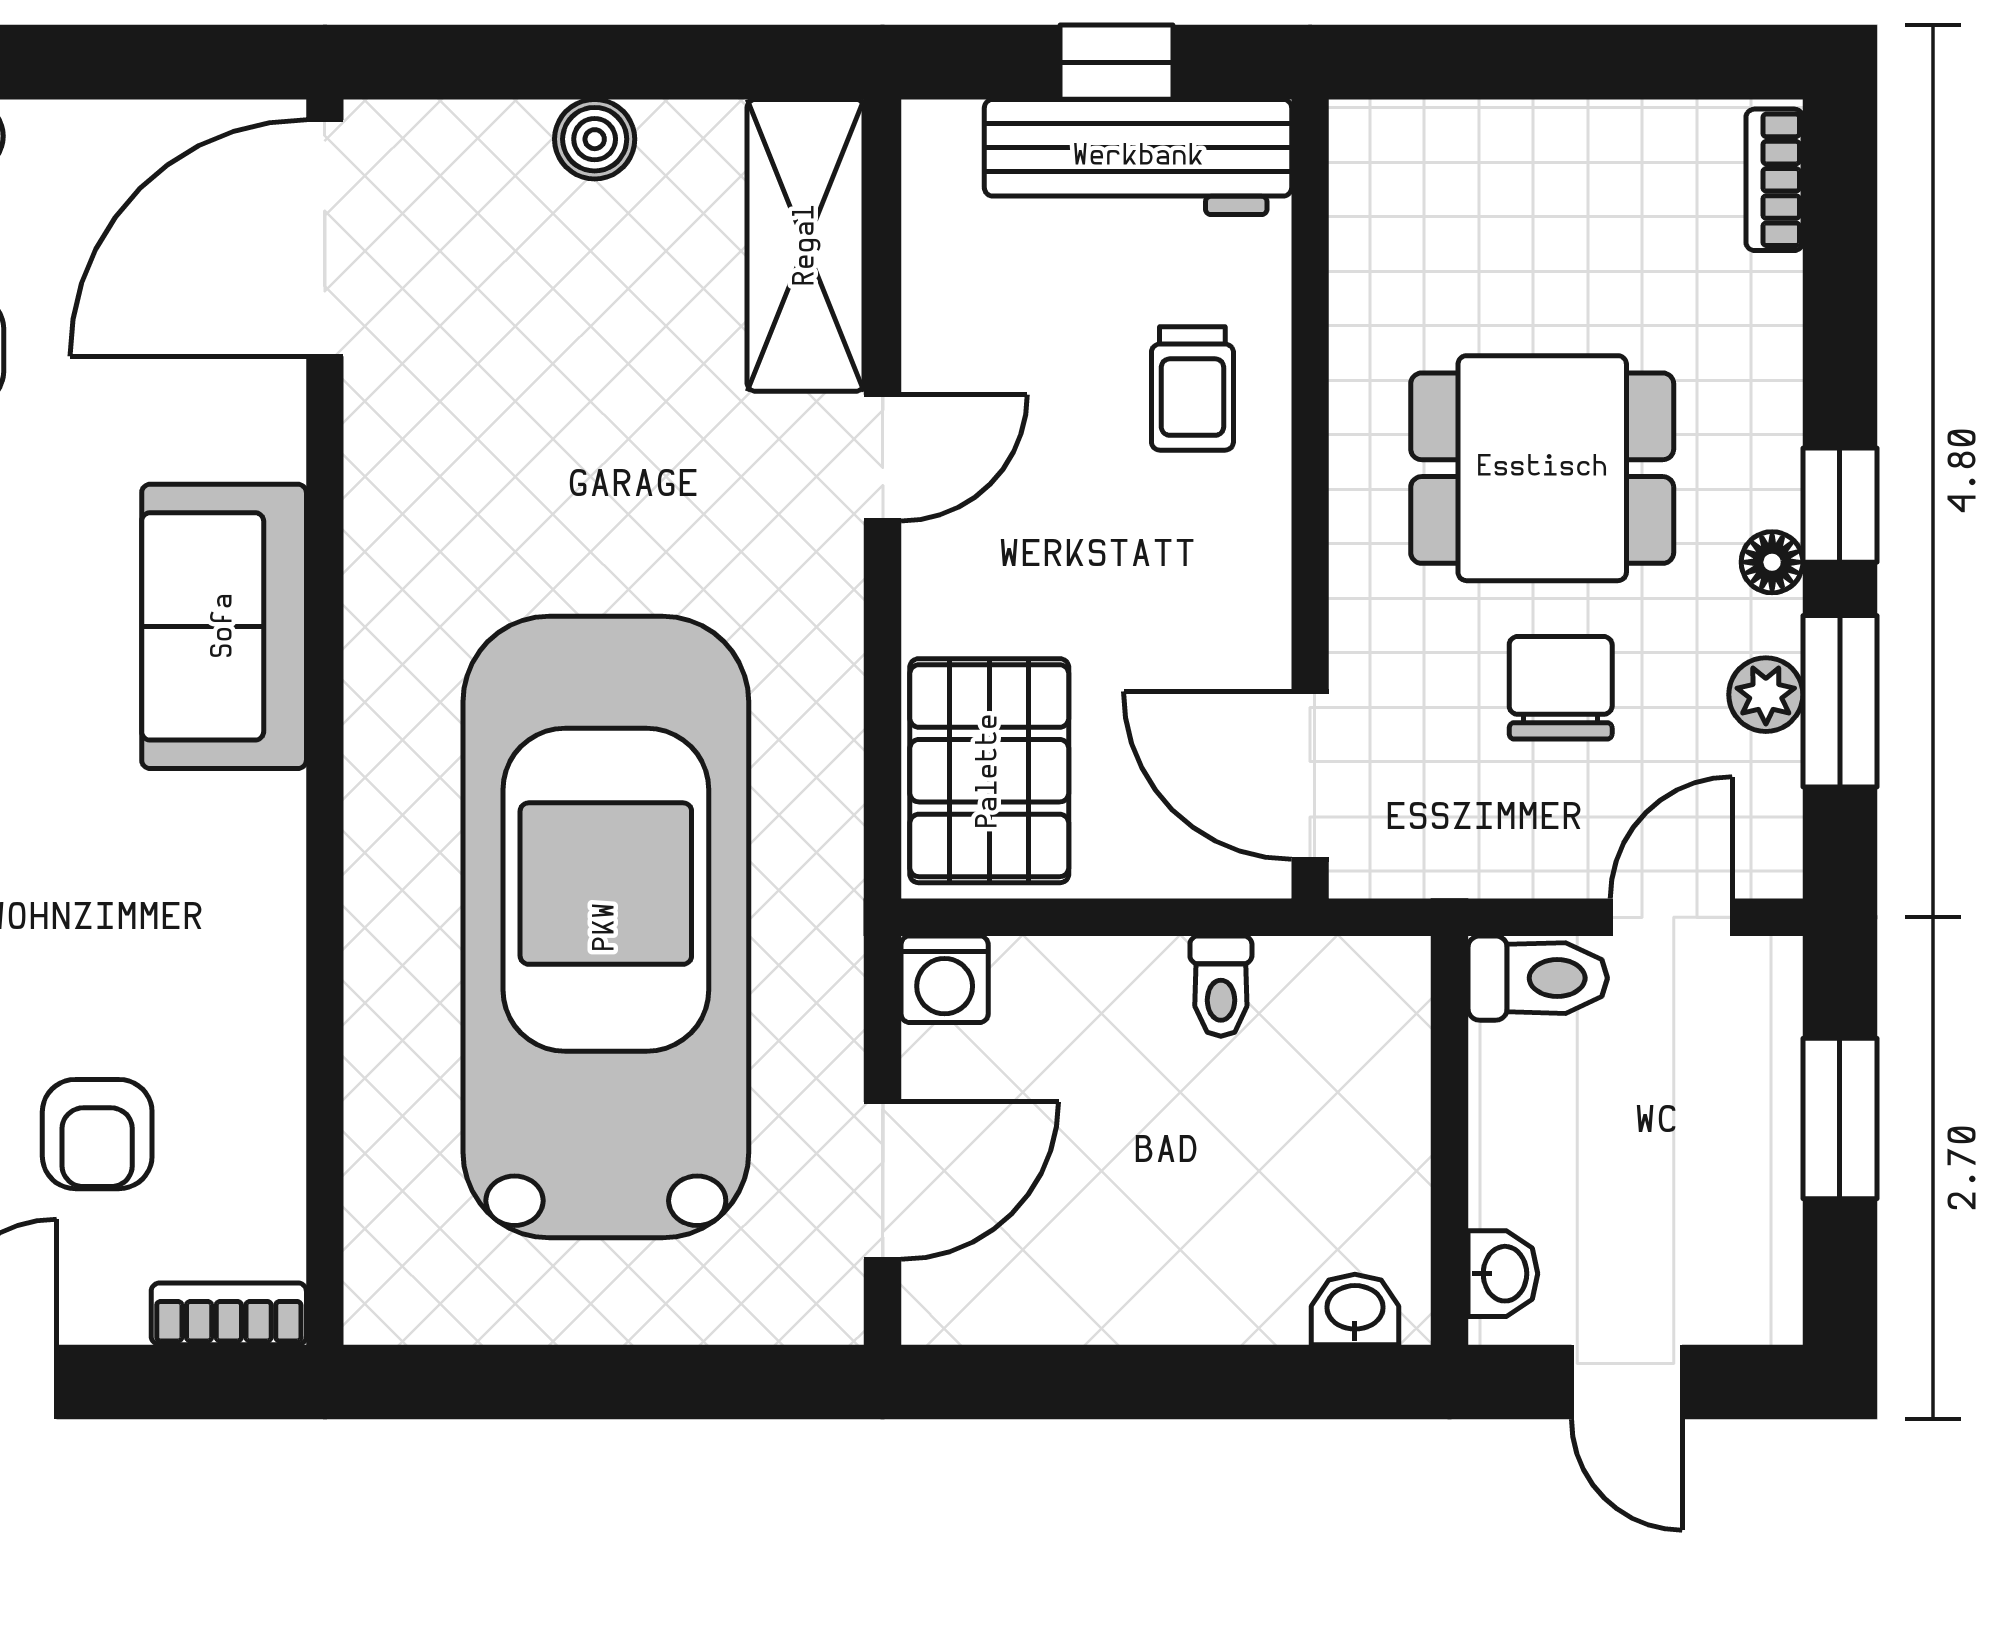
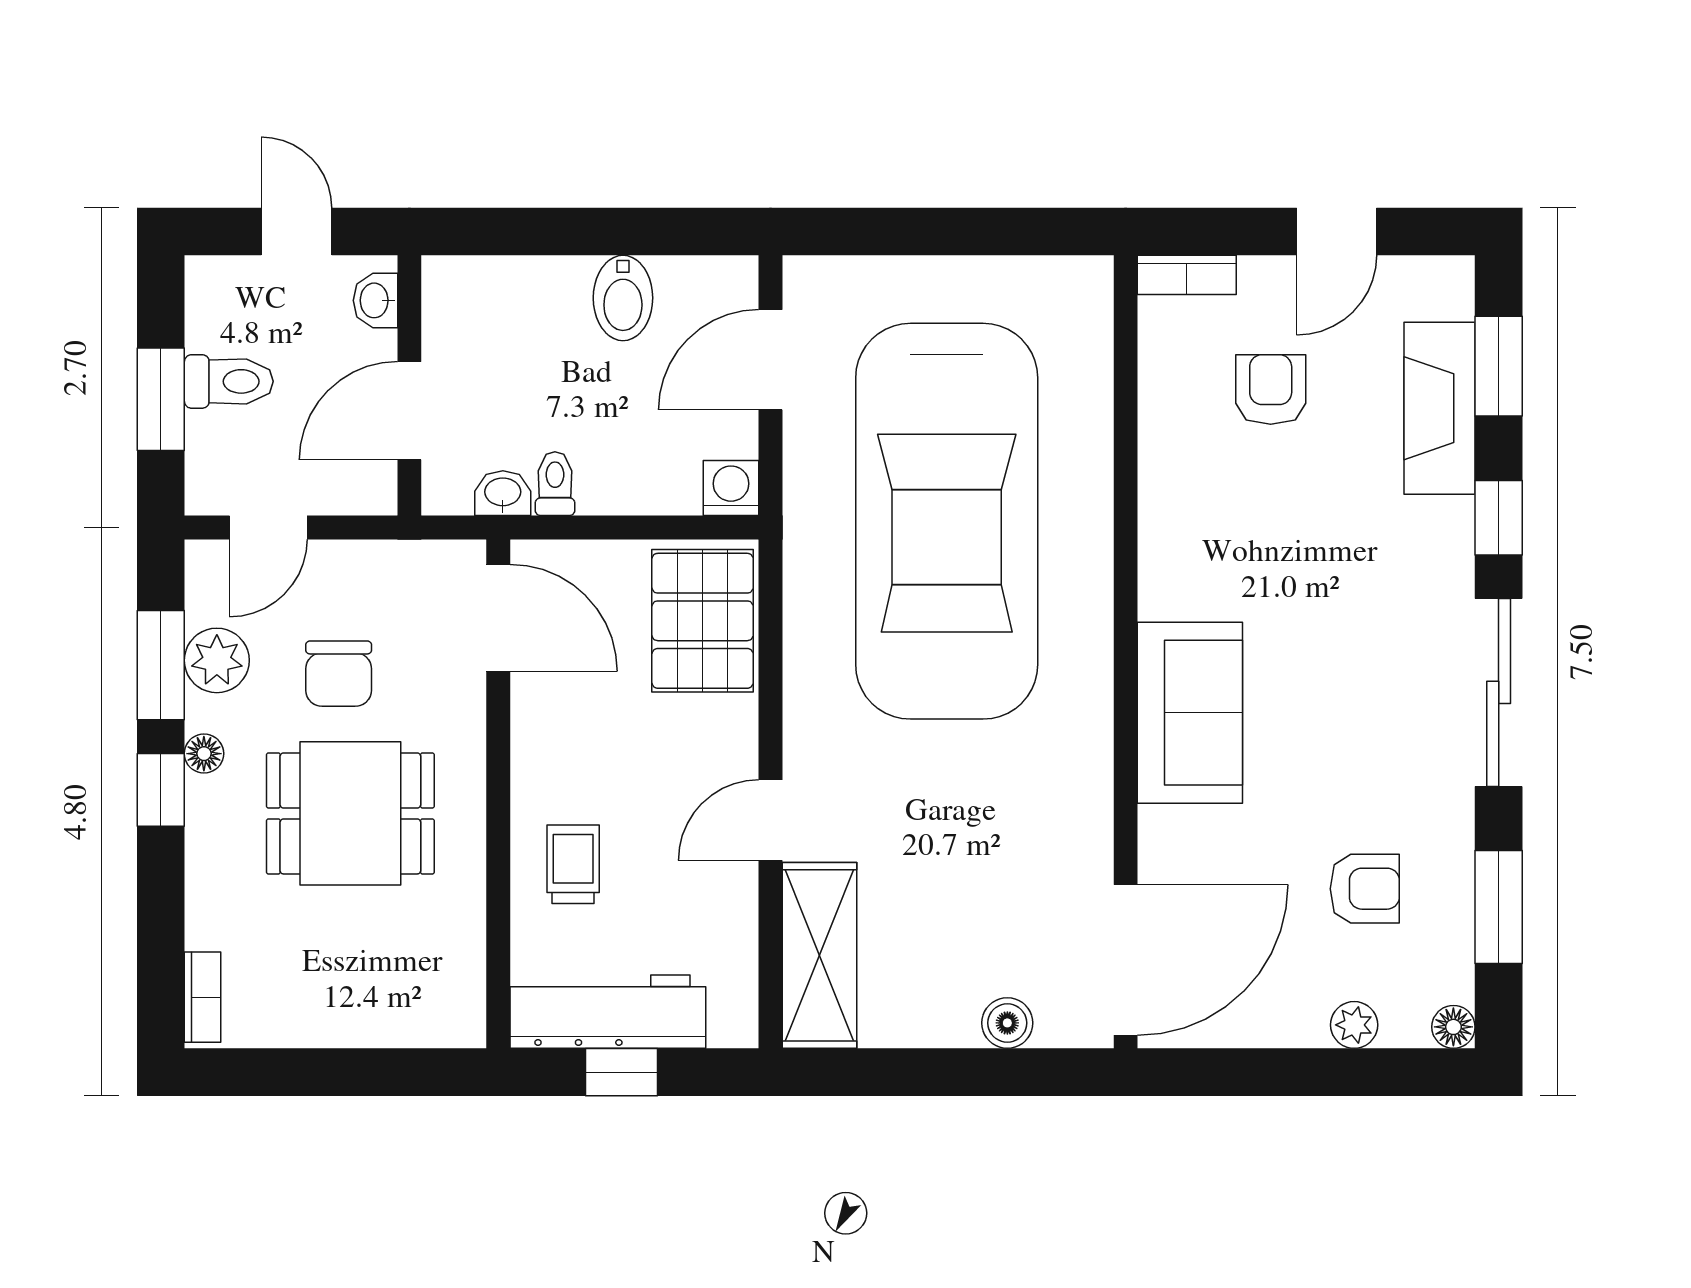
boiler: (595, 139) -> (1007, 1023), moved
plant: (1766, 695) -> (217, 660), width x1.38, depth x1.38
toilet: (1538, 978) -> (229, 381), moved, turned 180
door: (1450, 1100) -> (409, 411), added
bidet: (1114, 1278) -> (623, 298), added
washbasin: (1355, 1309) -> (503, 493), moved, turned 180

